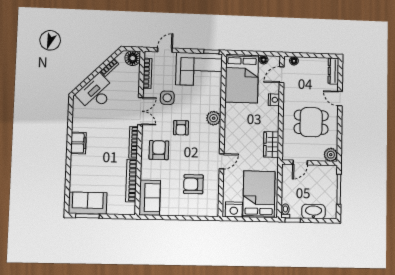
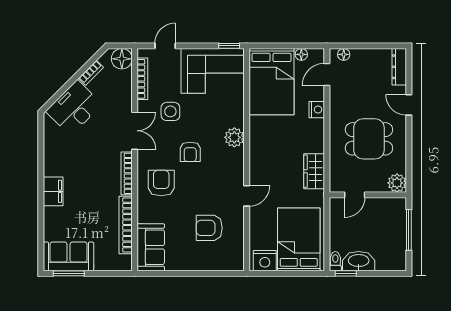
filing cabinet: (78, 143) -> (53, 191), moved
washbasin: (313, 212) -> (359, 261), moved

